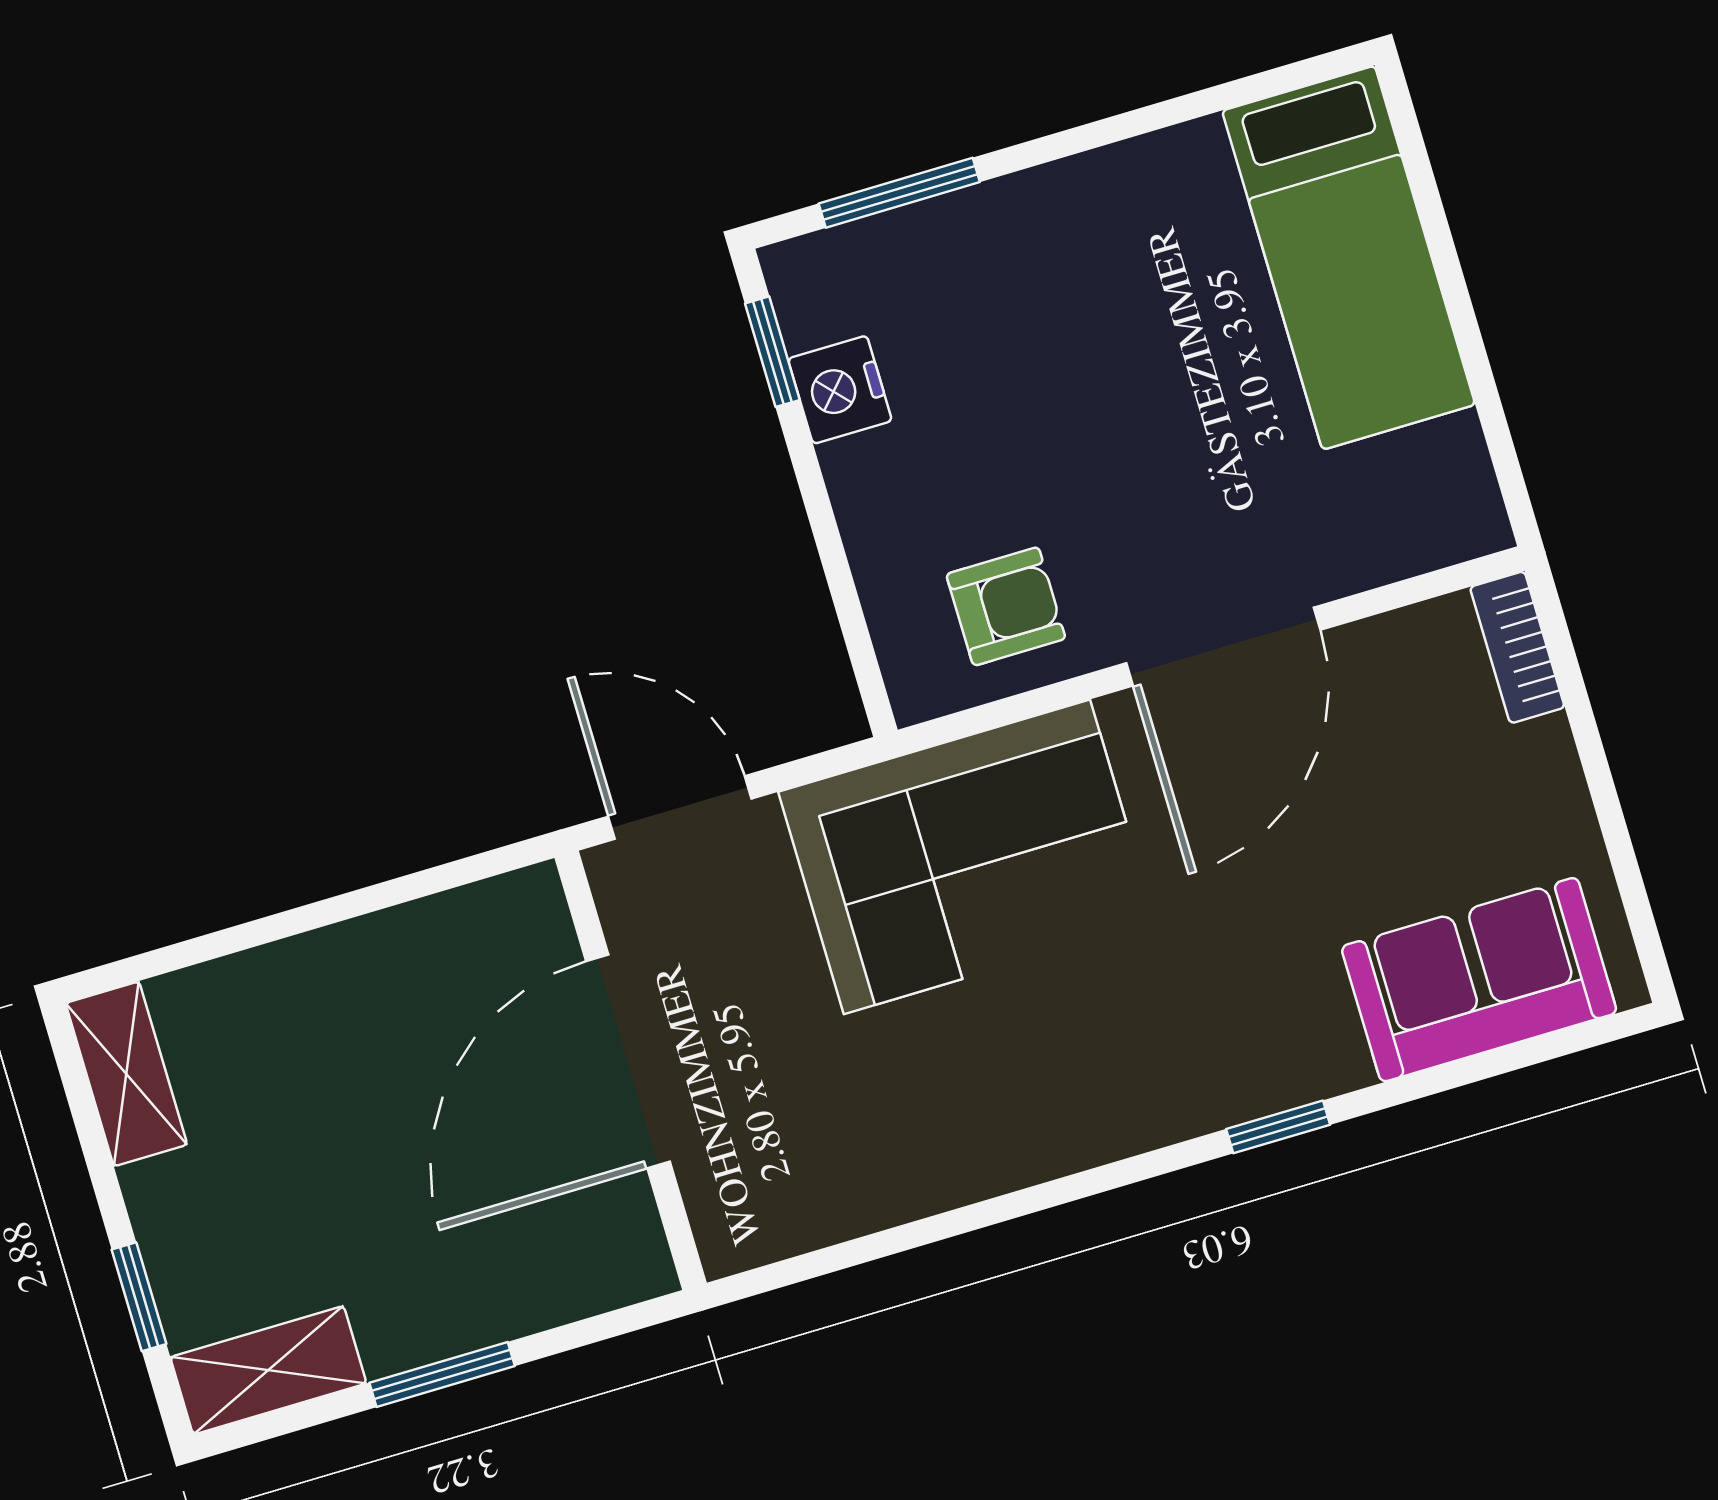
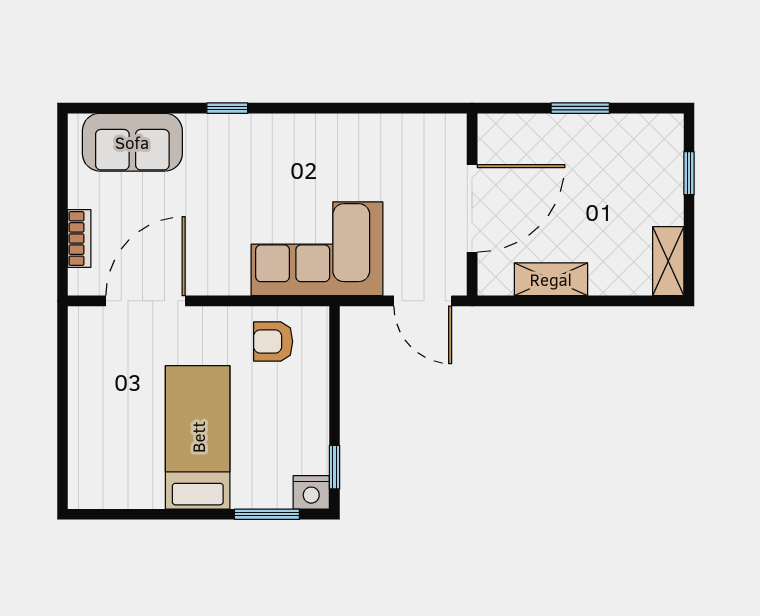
bed: (1349, 258) -> (198, 437), moved
nightstand: (840, 390) -> (311, 492), moved, turned 90
door: (1223, 647) -> (146, 301), moved
bookcase: (1517, 647) -> (79, 239), moved
shelving: (268, 1370) -> (551, 279), moved

